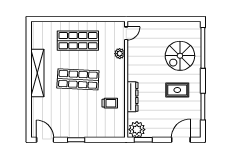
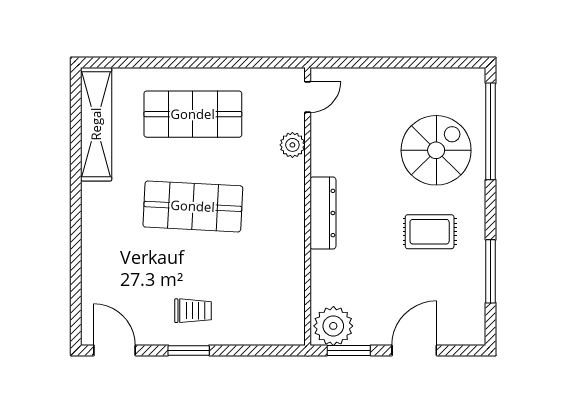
spiral stairs: (180, 56) -> (436, 150), turned 180
shelving: (37, 73) -> (96, 124), moved
dresser: (132, 97) -> (323, 213), moved
trolley: (110, 103) -> (193, 311), moved
door: (181, 140) -> (414, 350), moved

